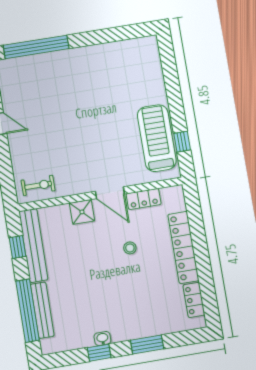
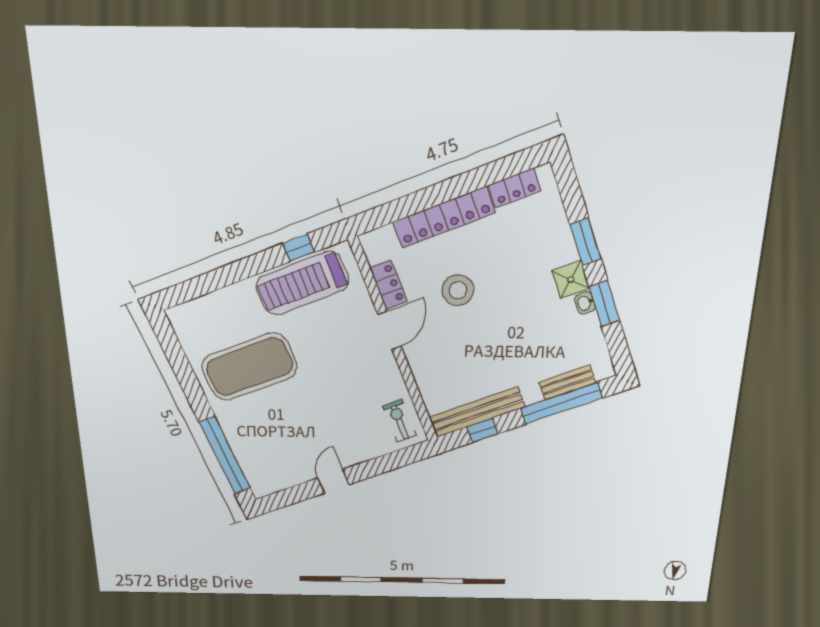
exercise mat: (103, 84) -> (249, 367), added
shower: (82, 212) -> (571, 280), moved
stool: (130, 248) -> (458, 290), width x1.89, depth x1.89
bench: (42, 310) -> (567, 382), width x0.73
window: (99, 353) -> (605, 304), width x1.50

